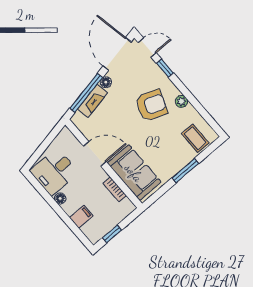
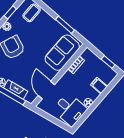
window: (200, 109) -> (10, 12), added
door: (95, 154) -> (46, 90), moved
window: (185, 171) -> (65, 25), moved

